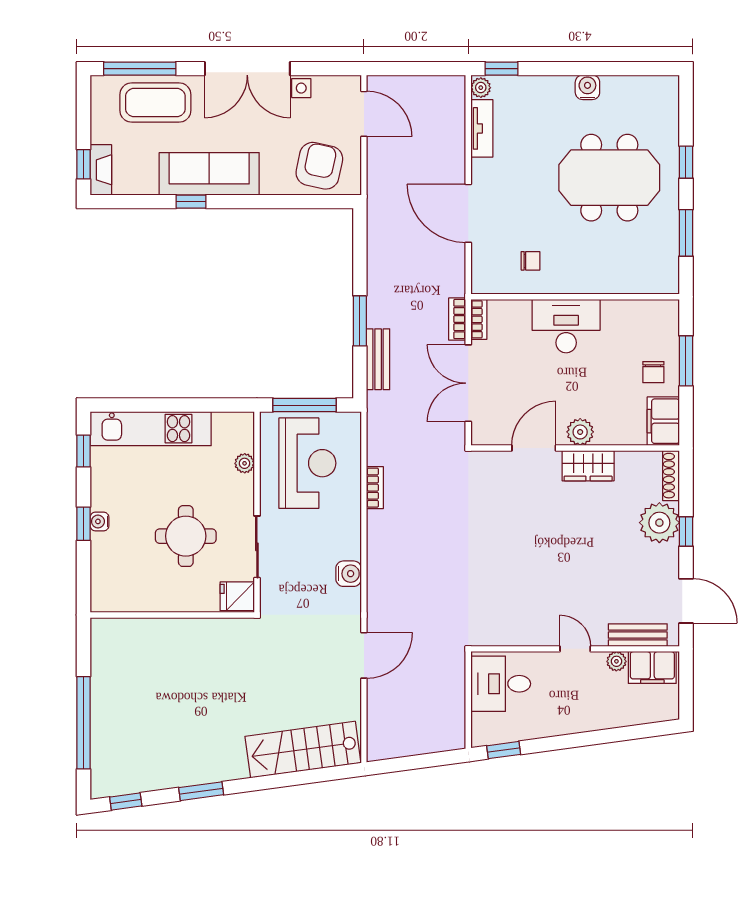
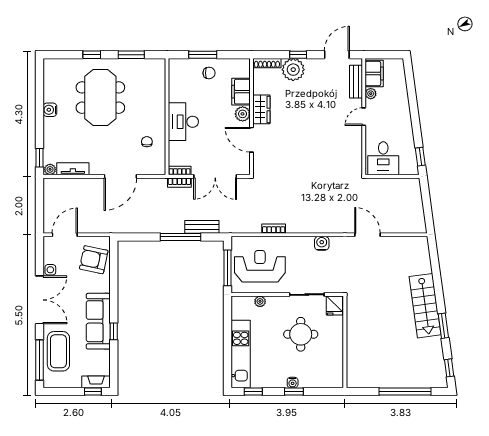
window: (360, 321) -> (180, 237), width x1.44
filing cabinet: (663, 421) -> (241, 92), moved, turned 90
stairs: (303, 750) -> (425, 306), moved

